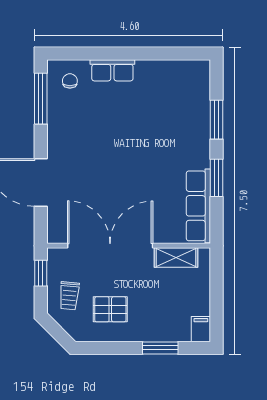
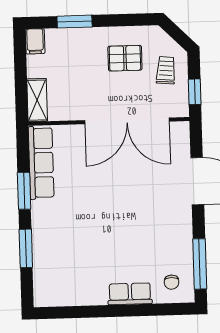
shelving: (176, 258) -> (37, 100), moved, turned 90

